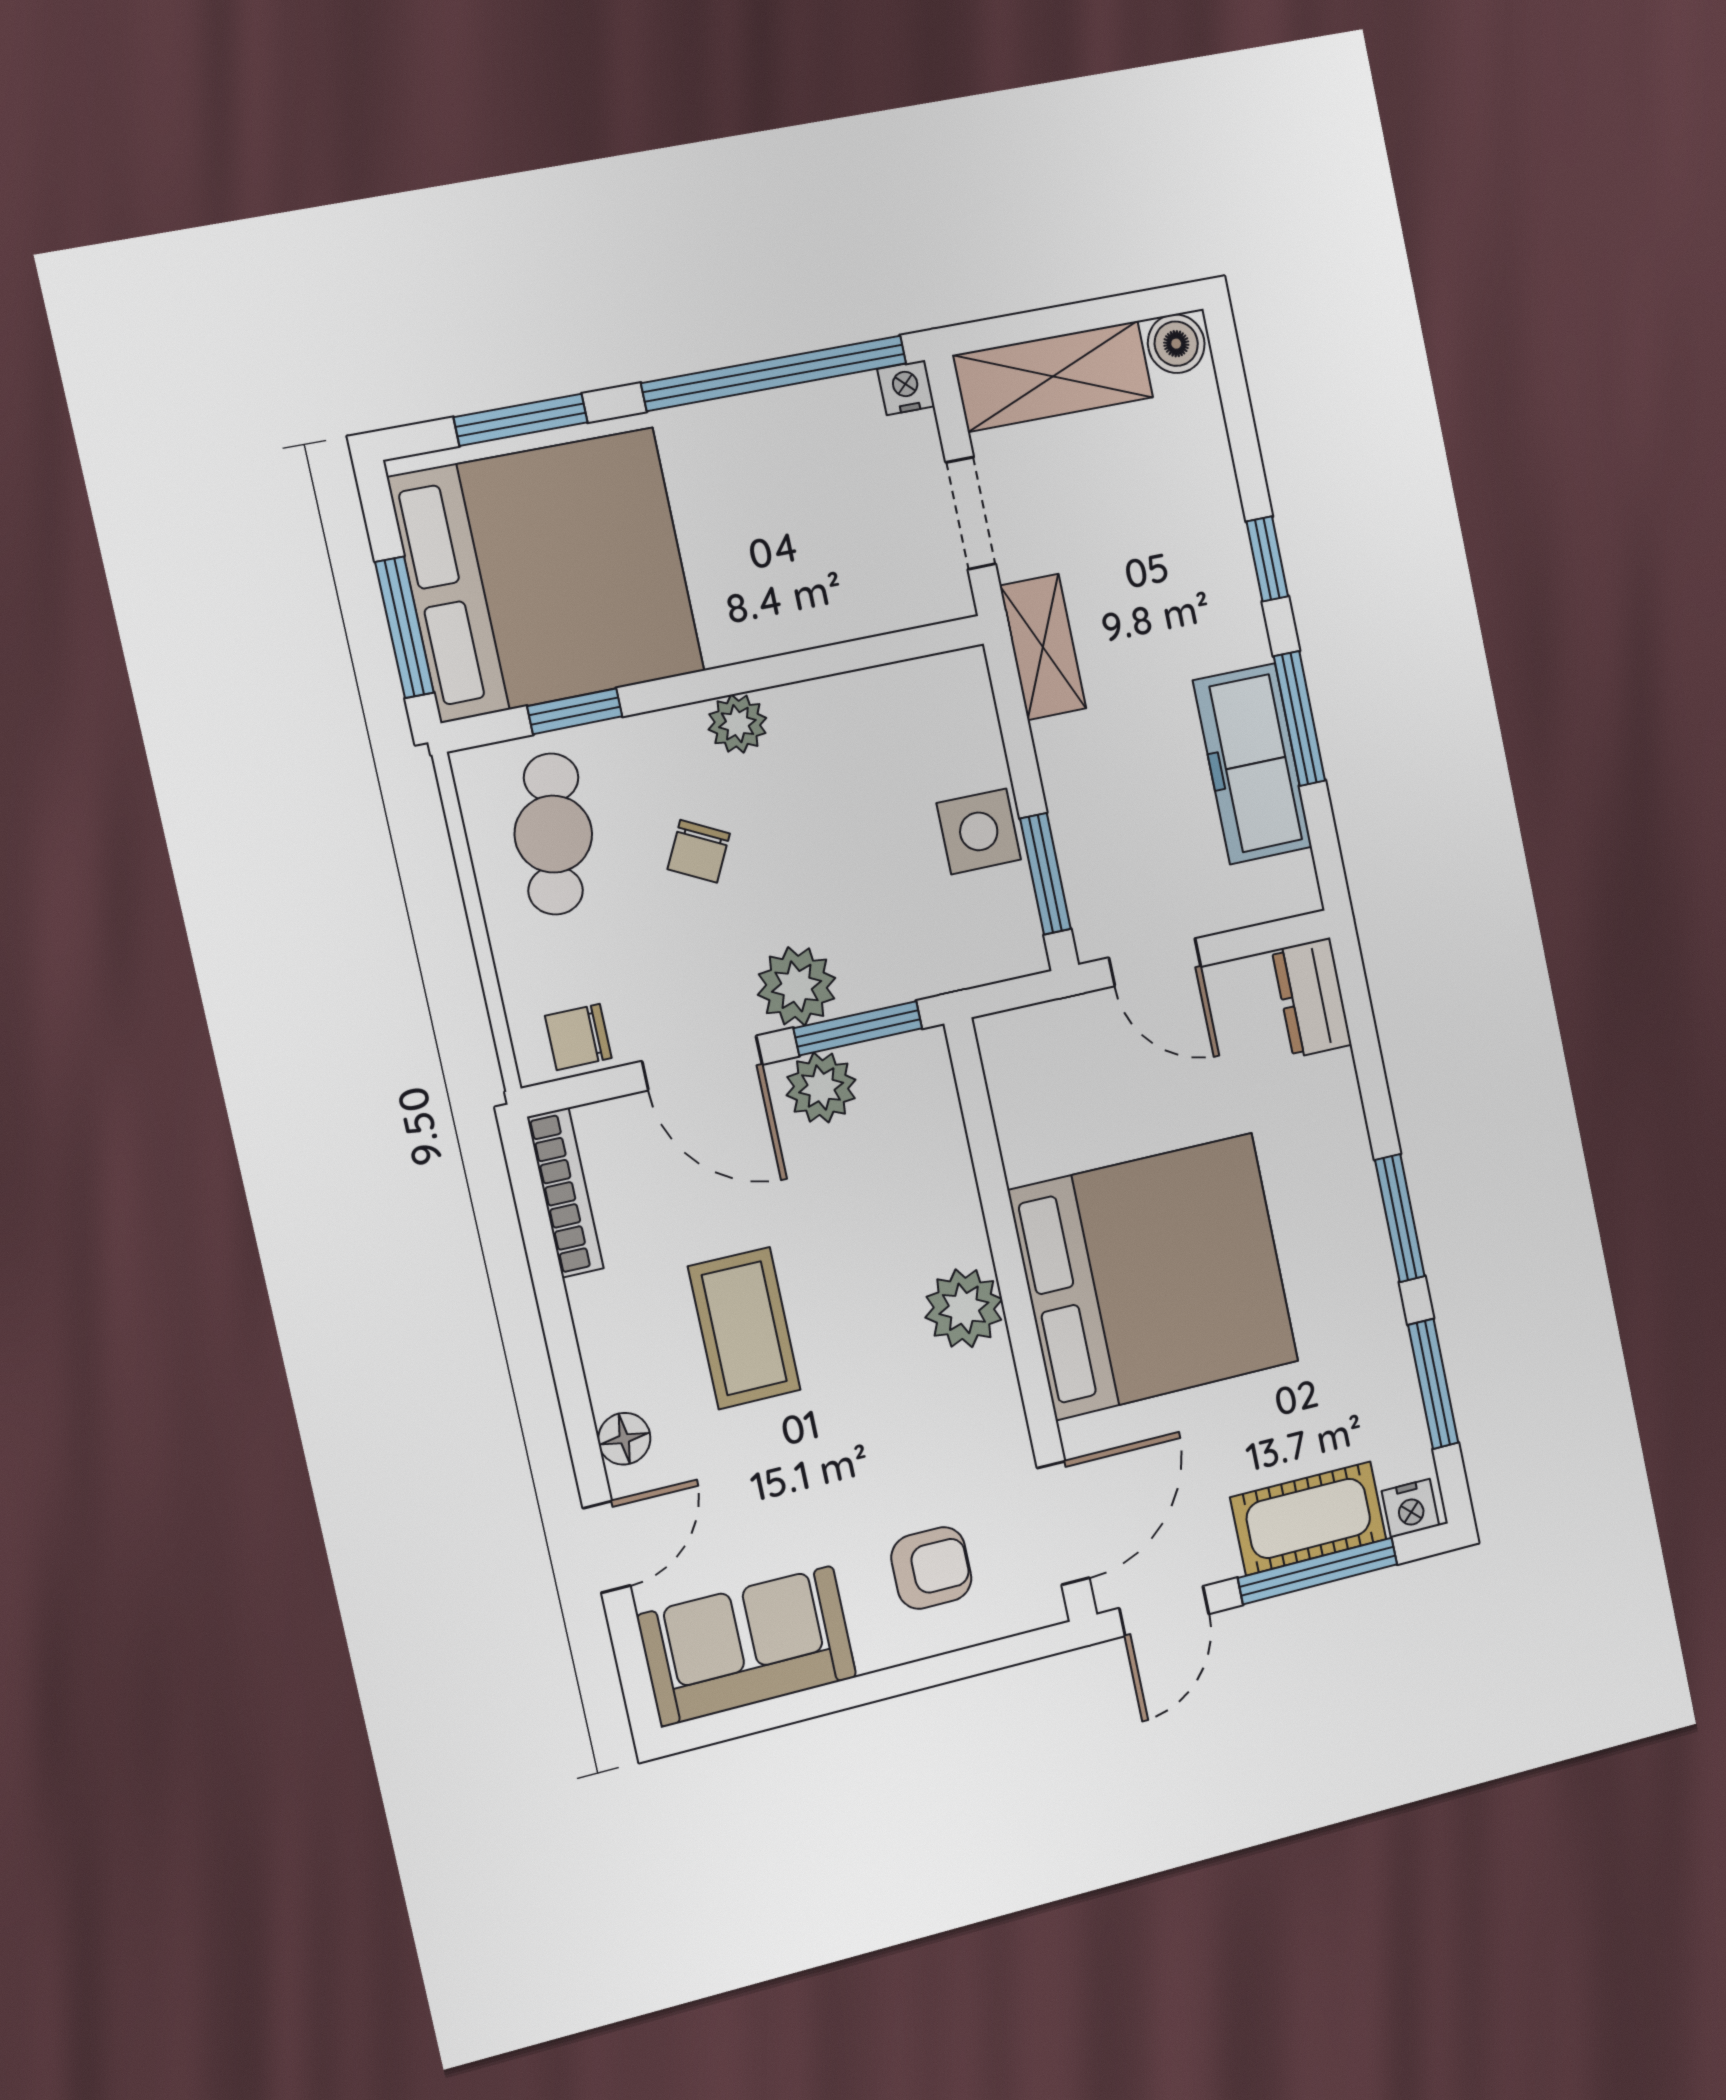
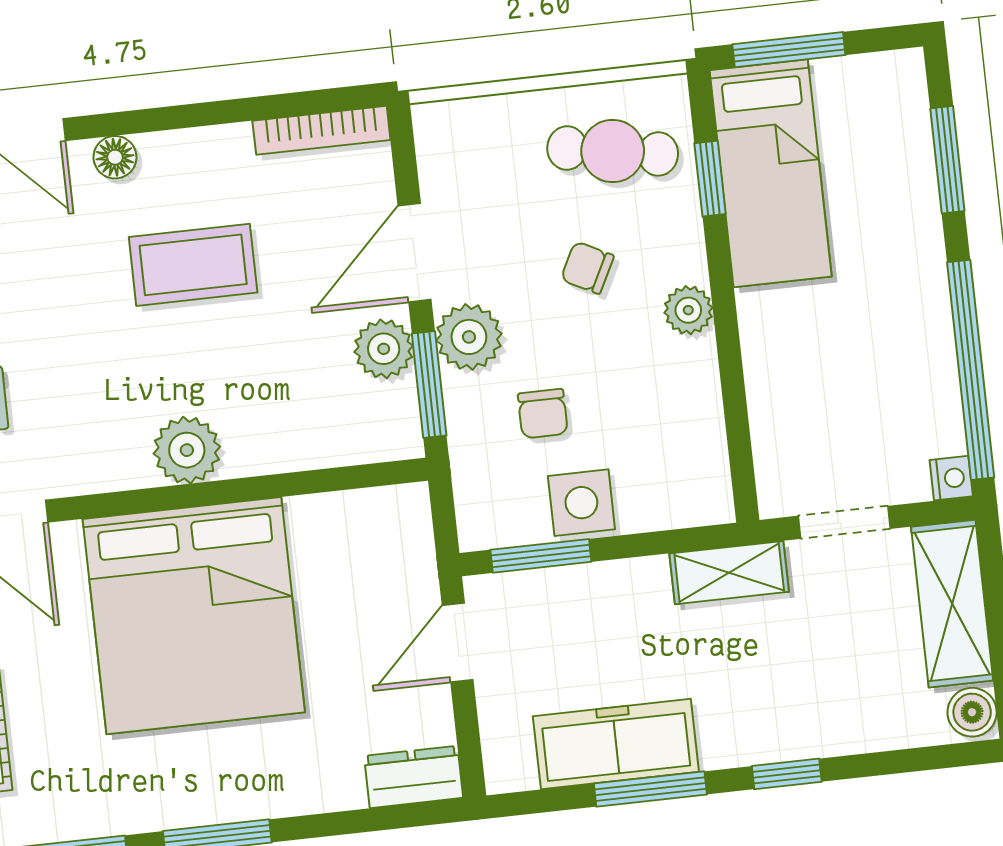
bed: (547, 575) -> (771, 173), width x0.49
chair: (578, 1037) -> (543, 414), moved, turned 180

